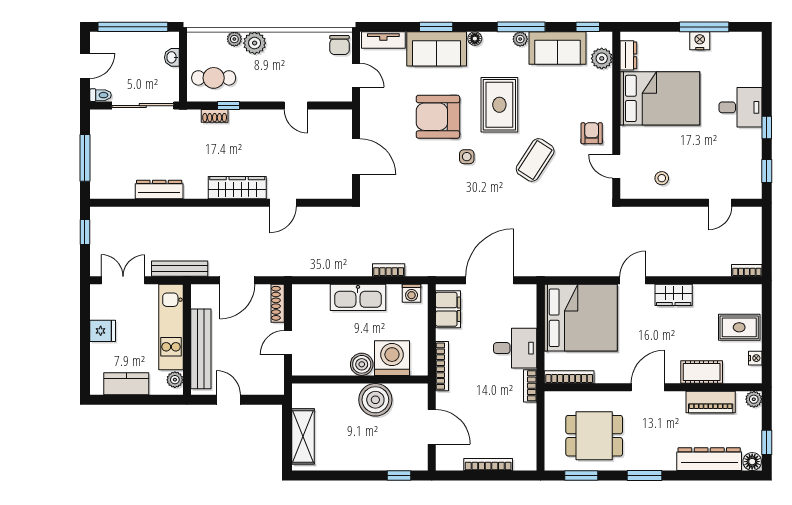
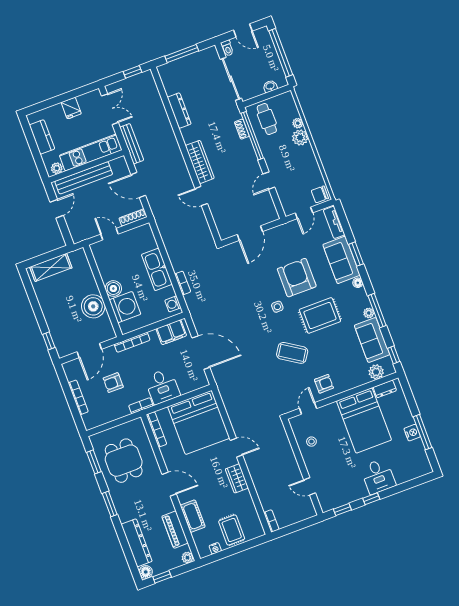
window: (228, 106) -> (252, 136), width x3.17
armchair: (486, 411) -> (113, 383), added

